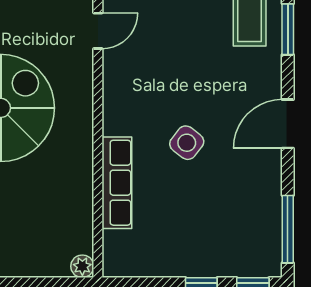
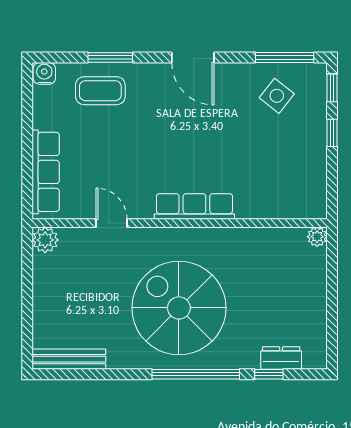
side table: (187, 143) -> (277, 96), moved
row of seats: (117, 183) -> (194, 207), moved

